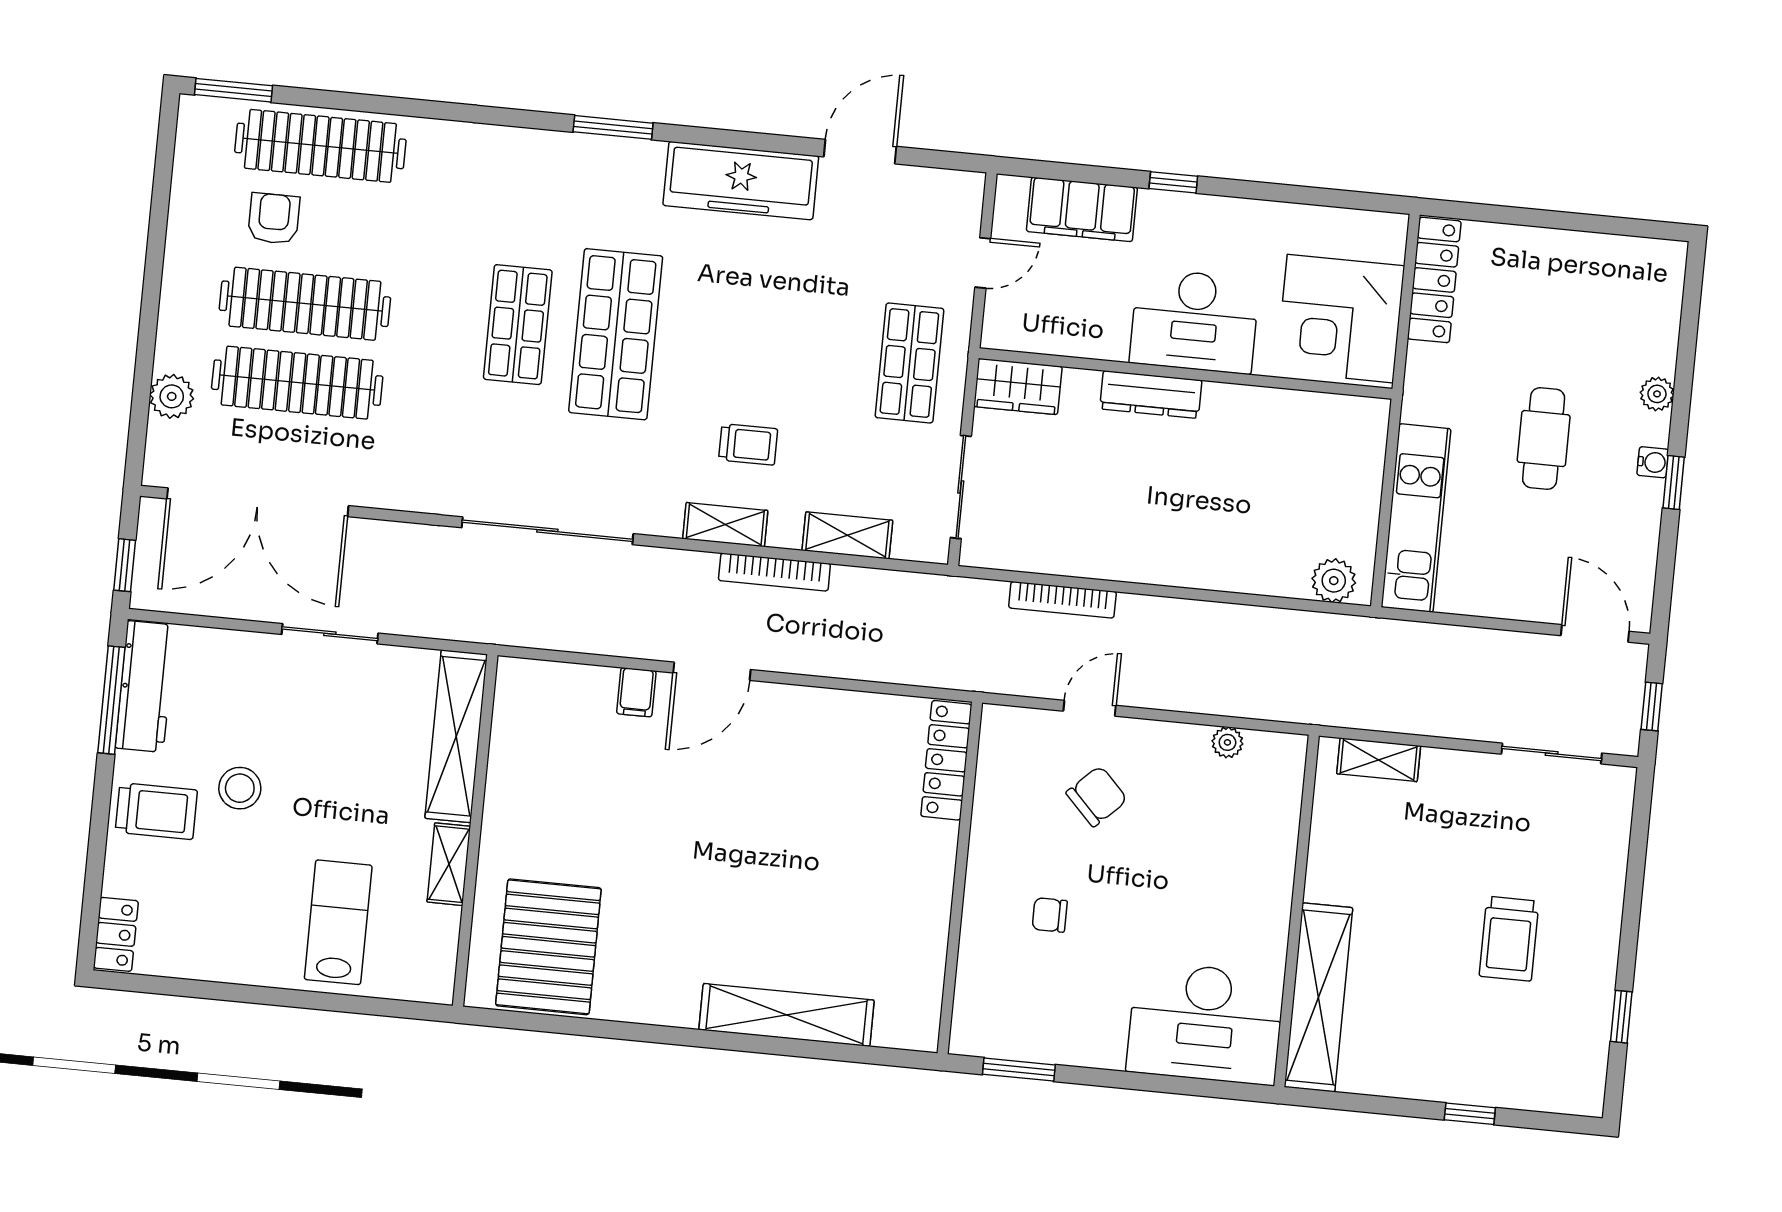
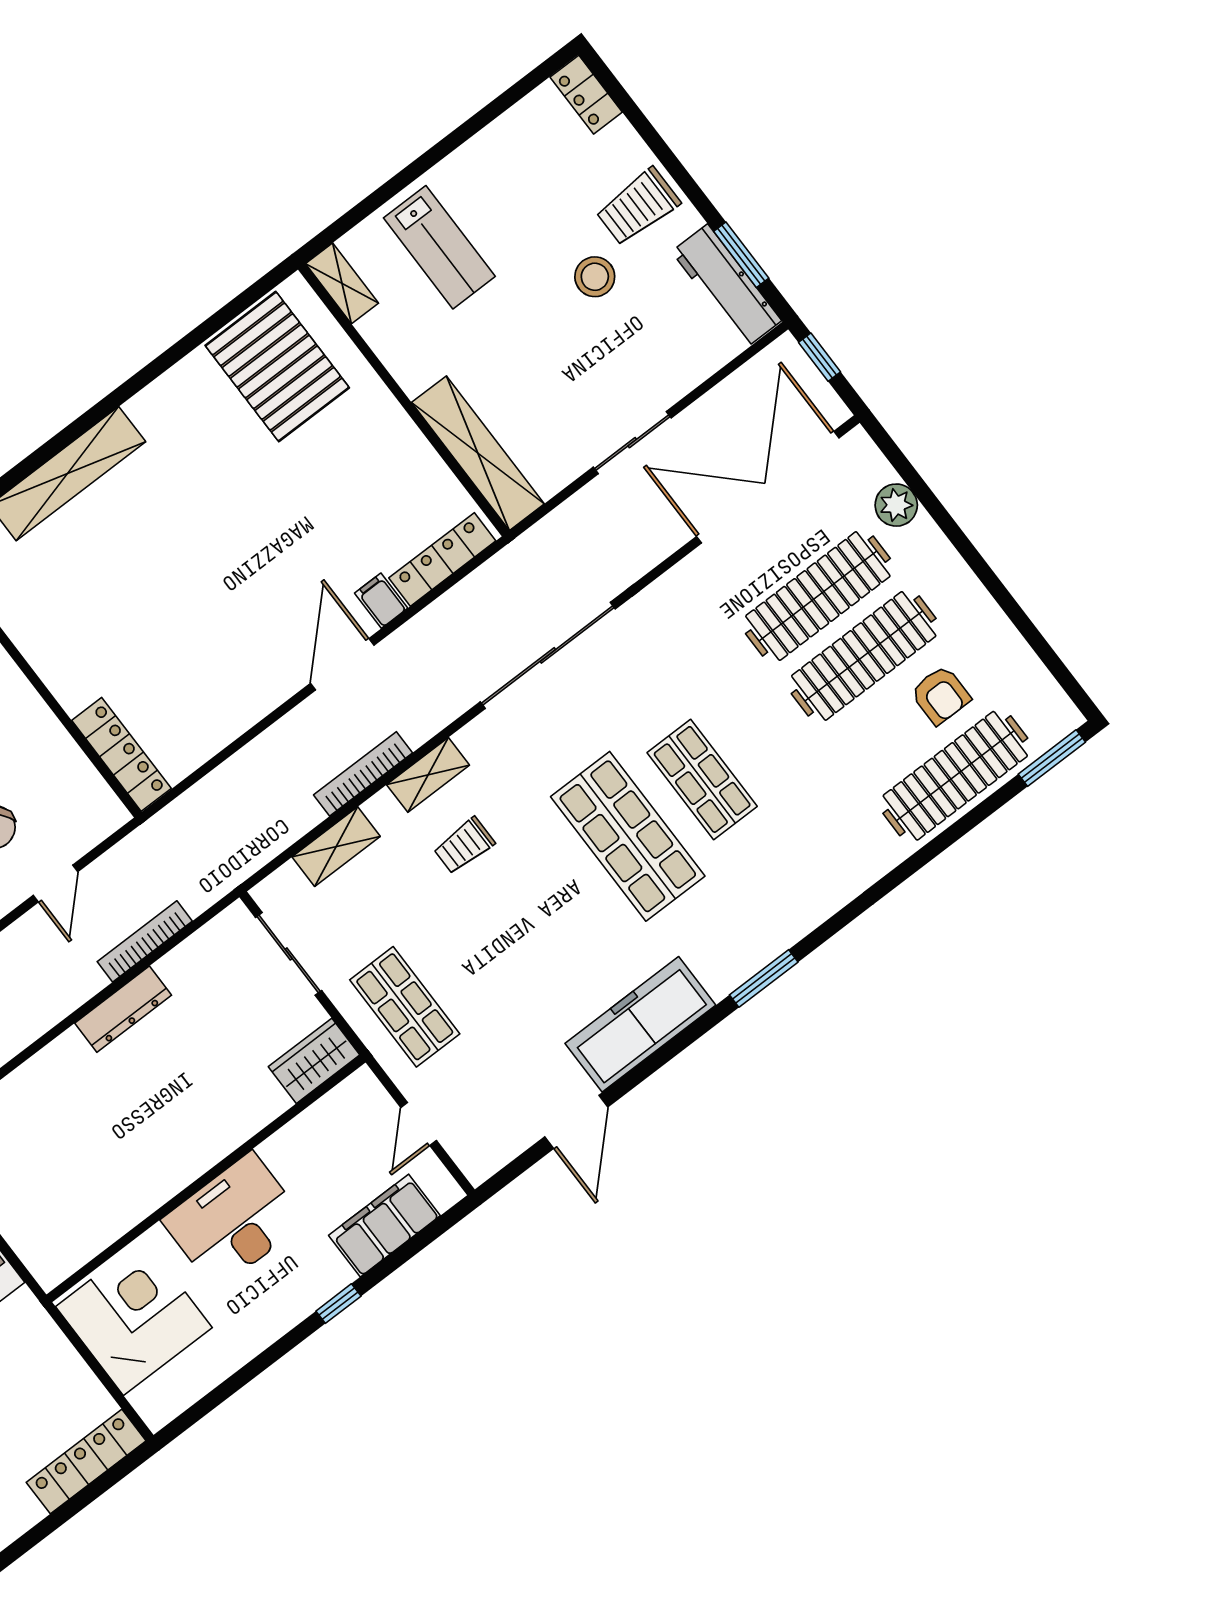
locker: (1434, 280) -> (86, 1462), moved, turned 90
dresser: (1151, 395) -> (123, 1009), moved, turned 180
locker: (560, 680) -> (442, 559), added
window: (111, 700) -> (741, 255), width x0.69
shelving: (449, 864) -> (342, 283), moved

